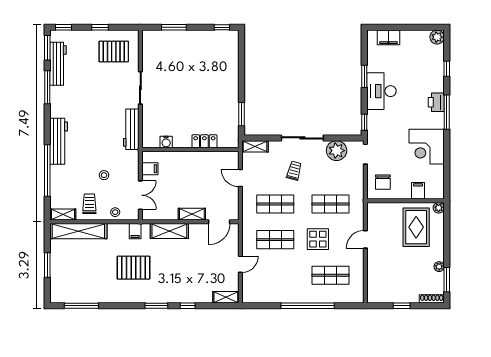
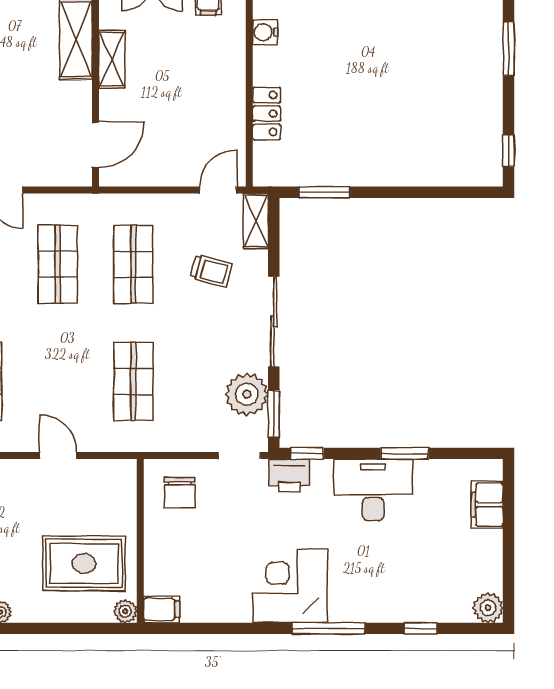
printer: (436, 102) -> (289, 476), moved, turned 180
window: (346, 138) -> (274, 414), added
corner desk: (427, 147) -> (290, 586), moved
trolley: (294, 171) -> (211, 271), moved
door: (240, 178) -> (218, 190), moved
chair: (383, 182) -> (180, 493), turned -90
filing cabinet: (418, 191) -> (161, 609), moved
shelving: (192, 214) -> (112, 59), moved
door: (219, 222) -> (95, 145), swing flipped
display table: (318, 239) -> (59, 355), removed

